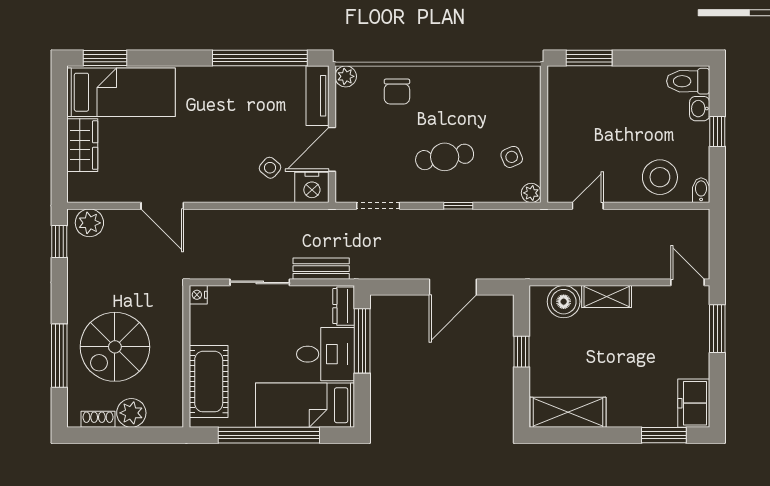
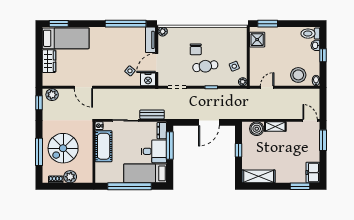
chair: (397, 92) -> (196, 49), moved
shower: (565, 95) -> (257, 40), added
cot: (209, 382) -> (104, 146), moved

